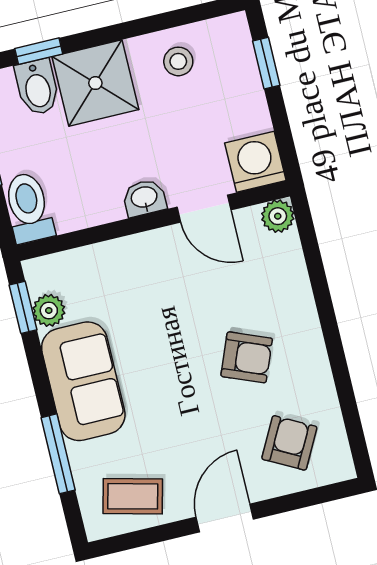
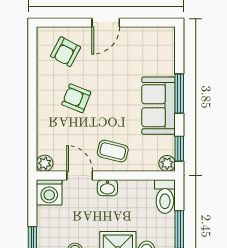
plant: (49, 310) -> (167, 163), moved
window: (58, 454) -> (179, 94), moved
coffee table: (133, 496) -> (113, 151), moved

